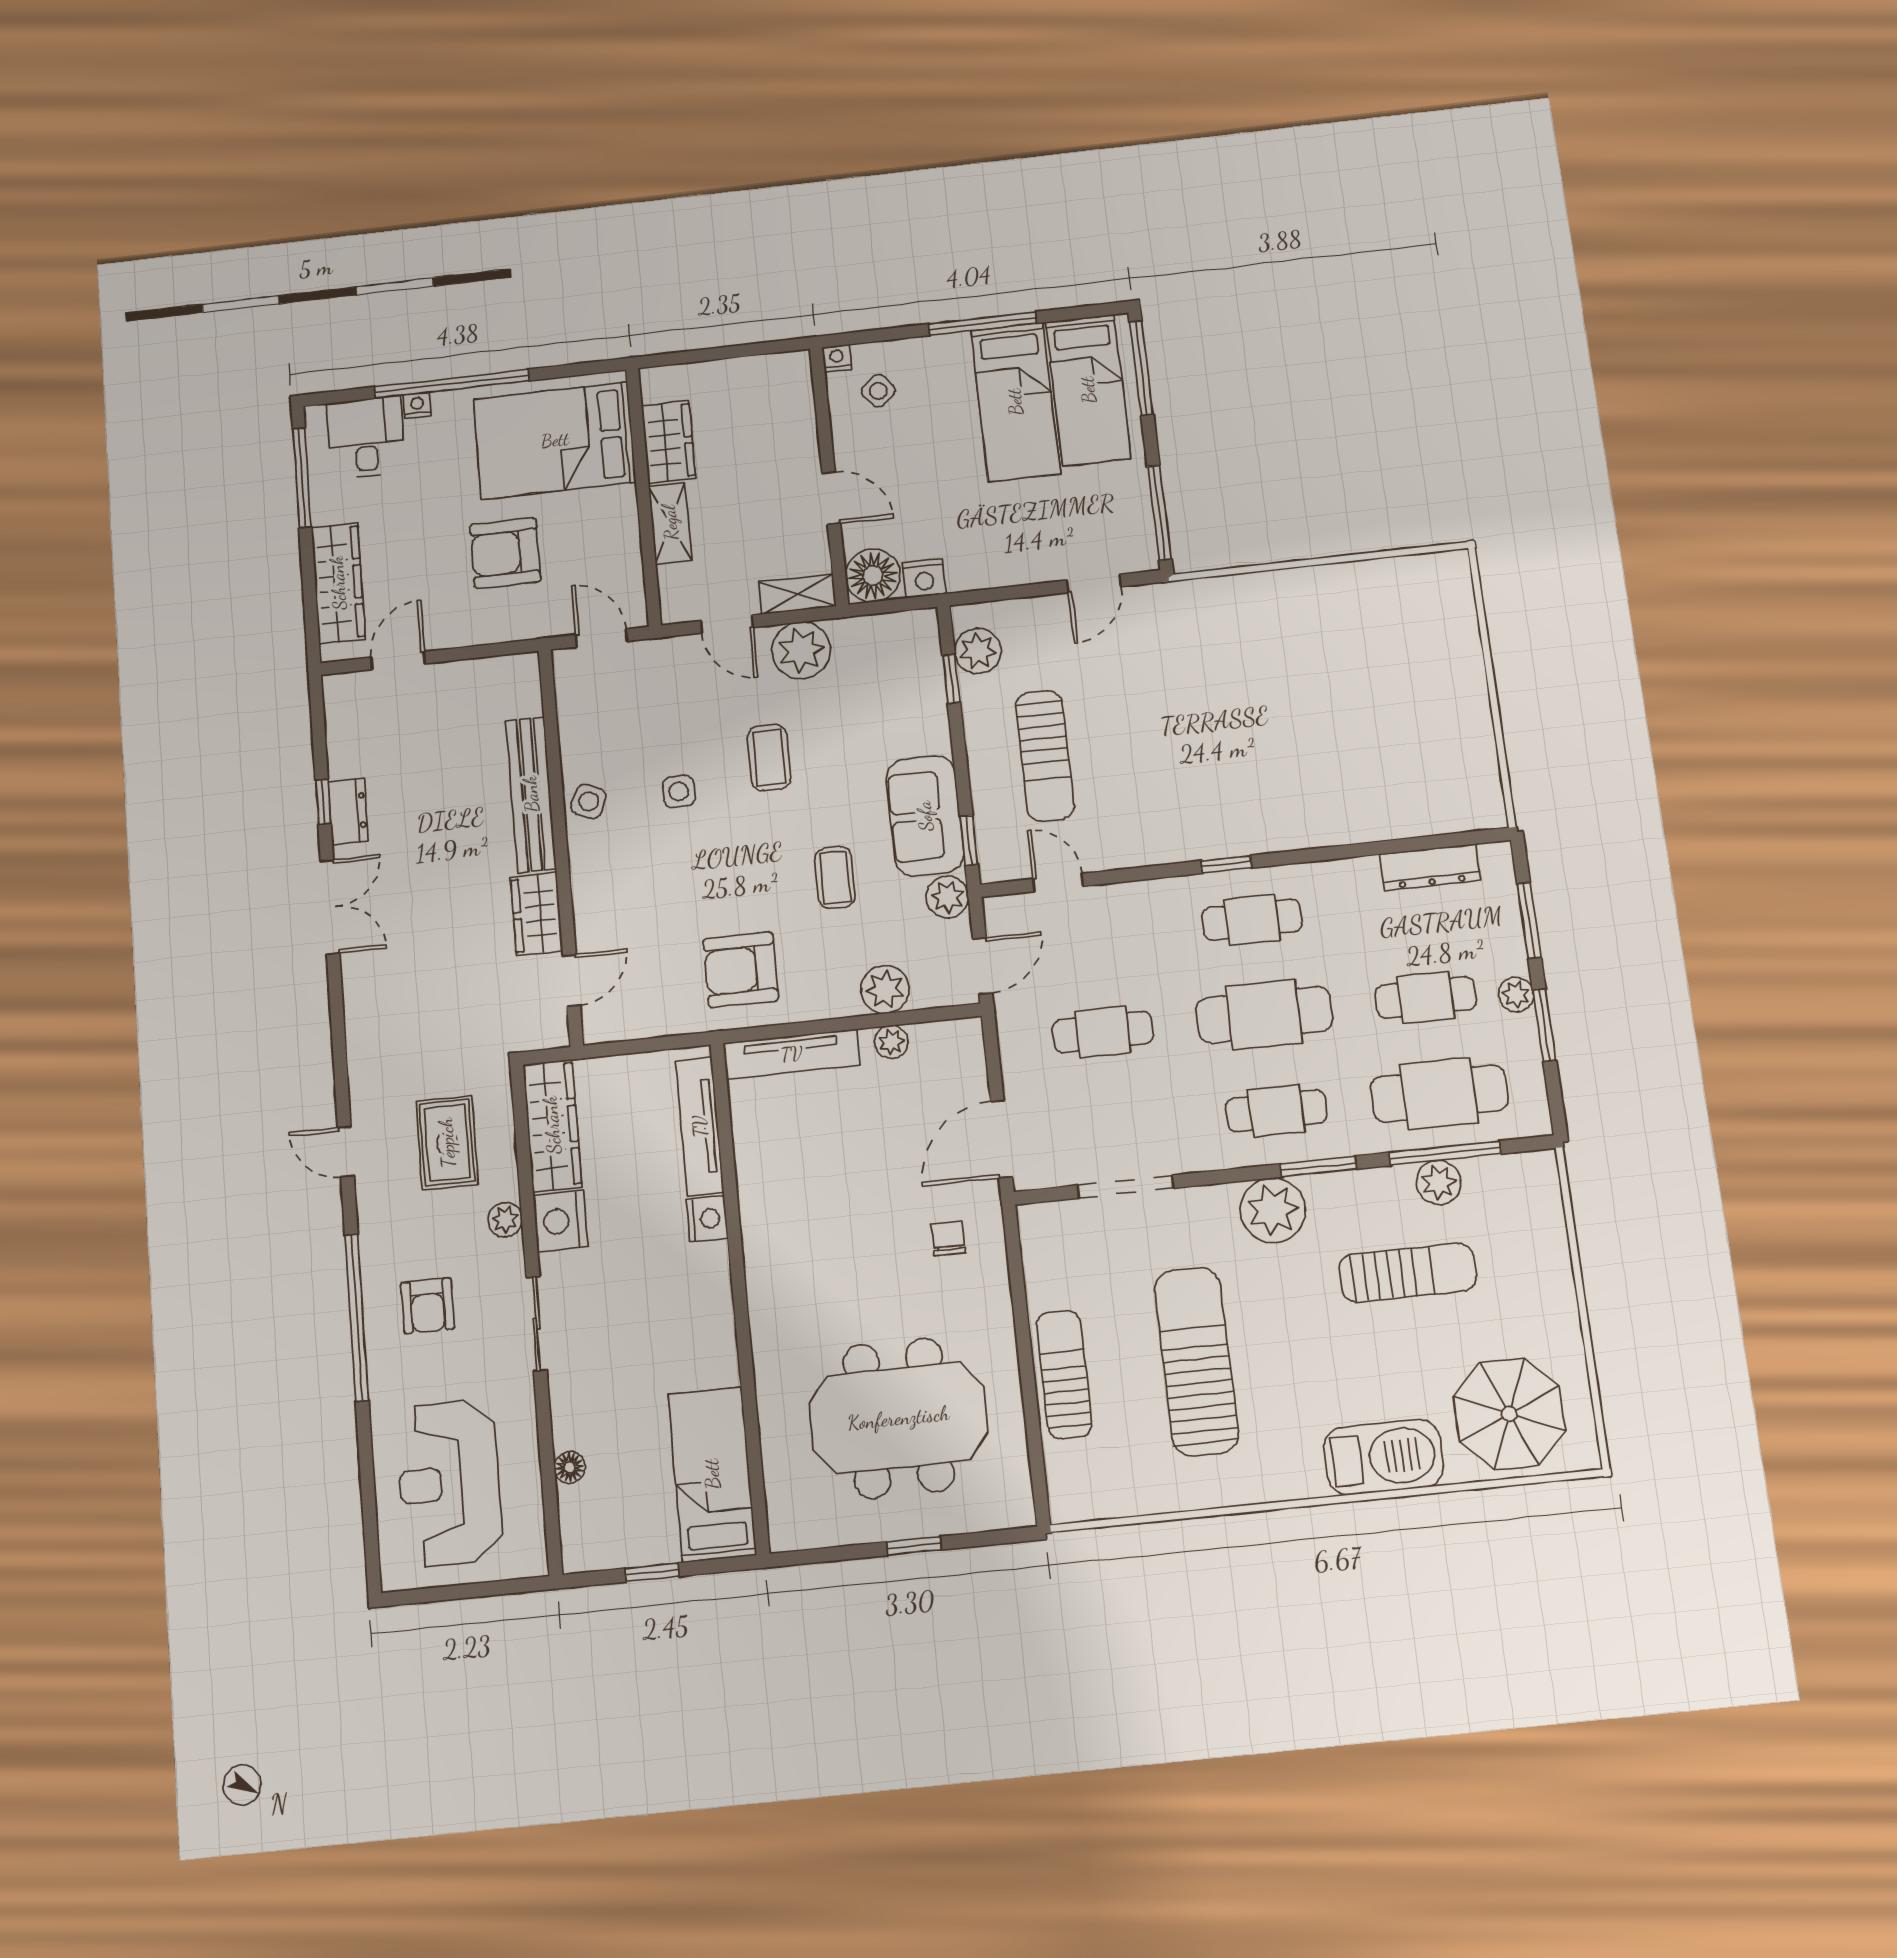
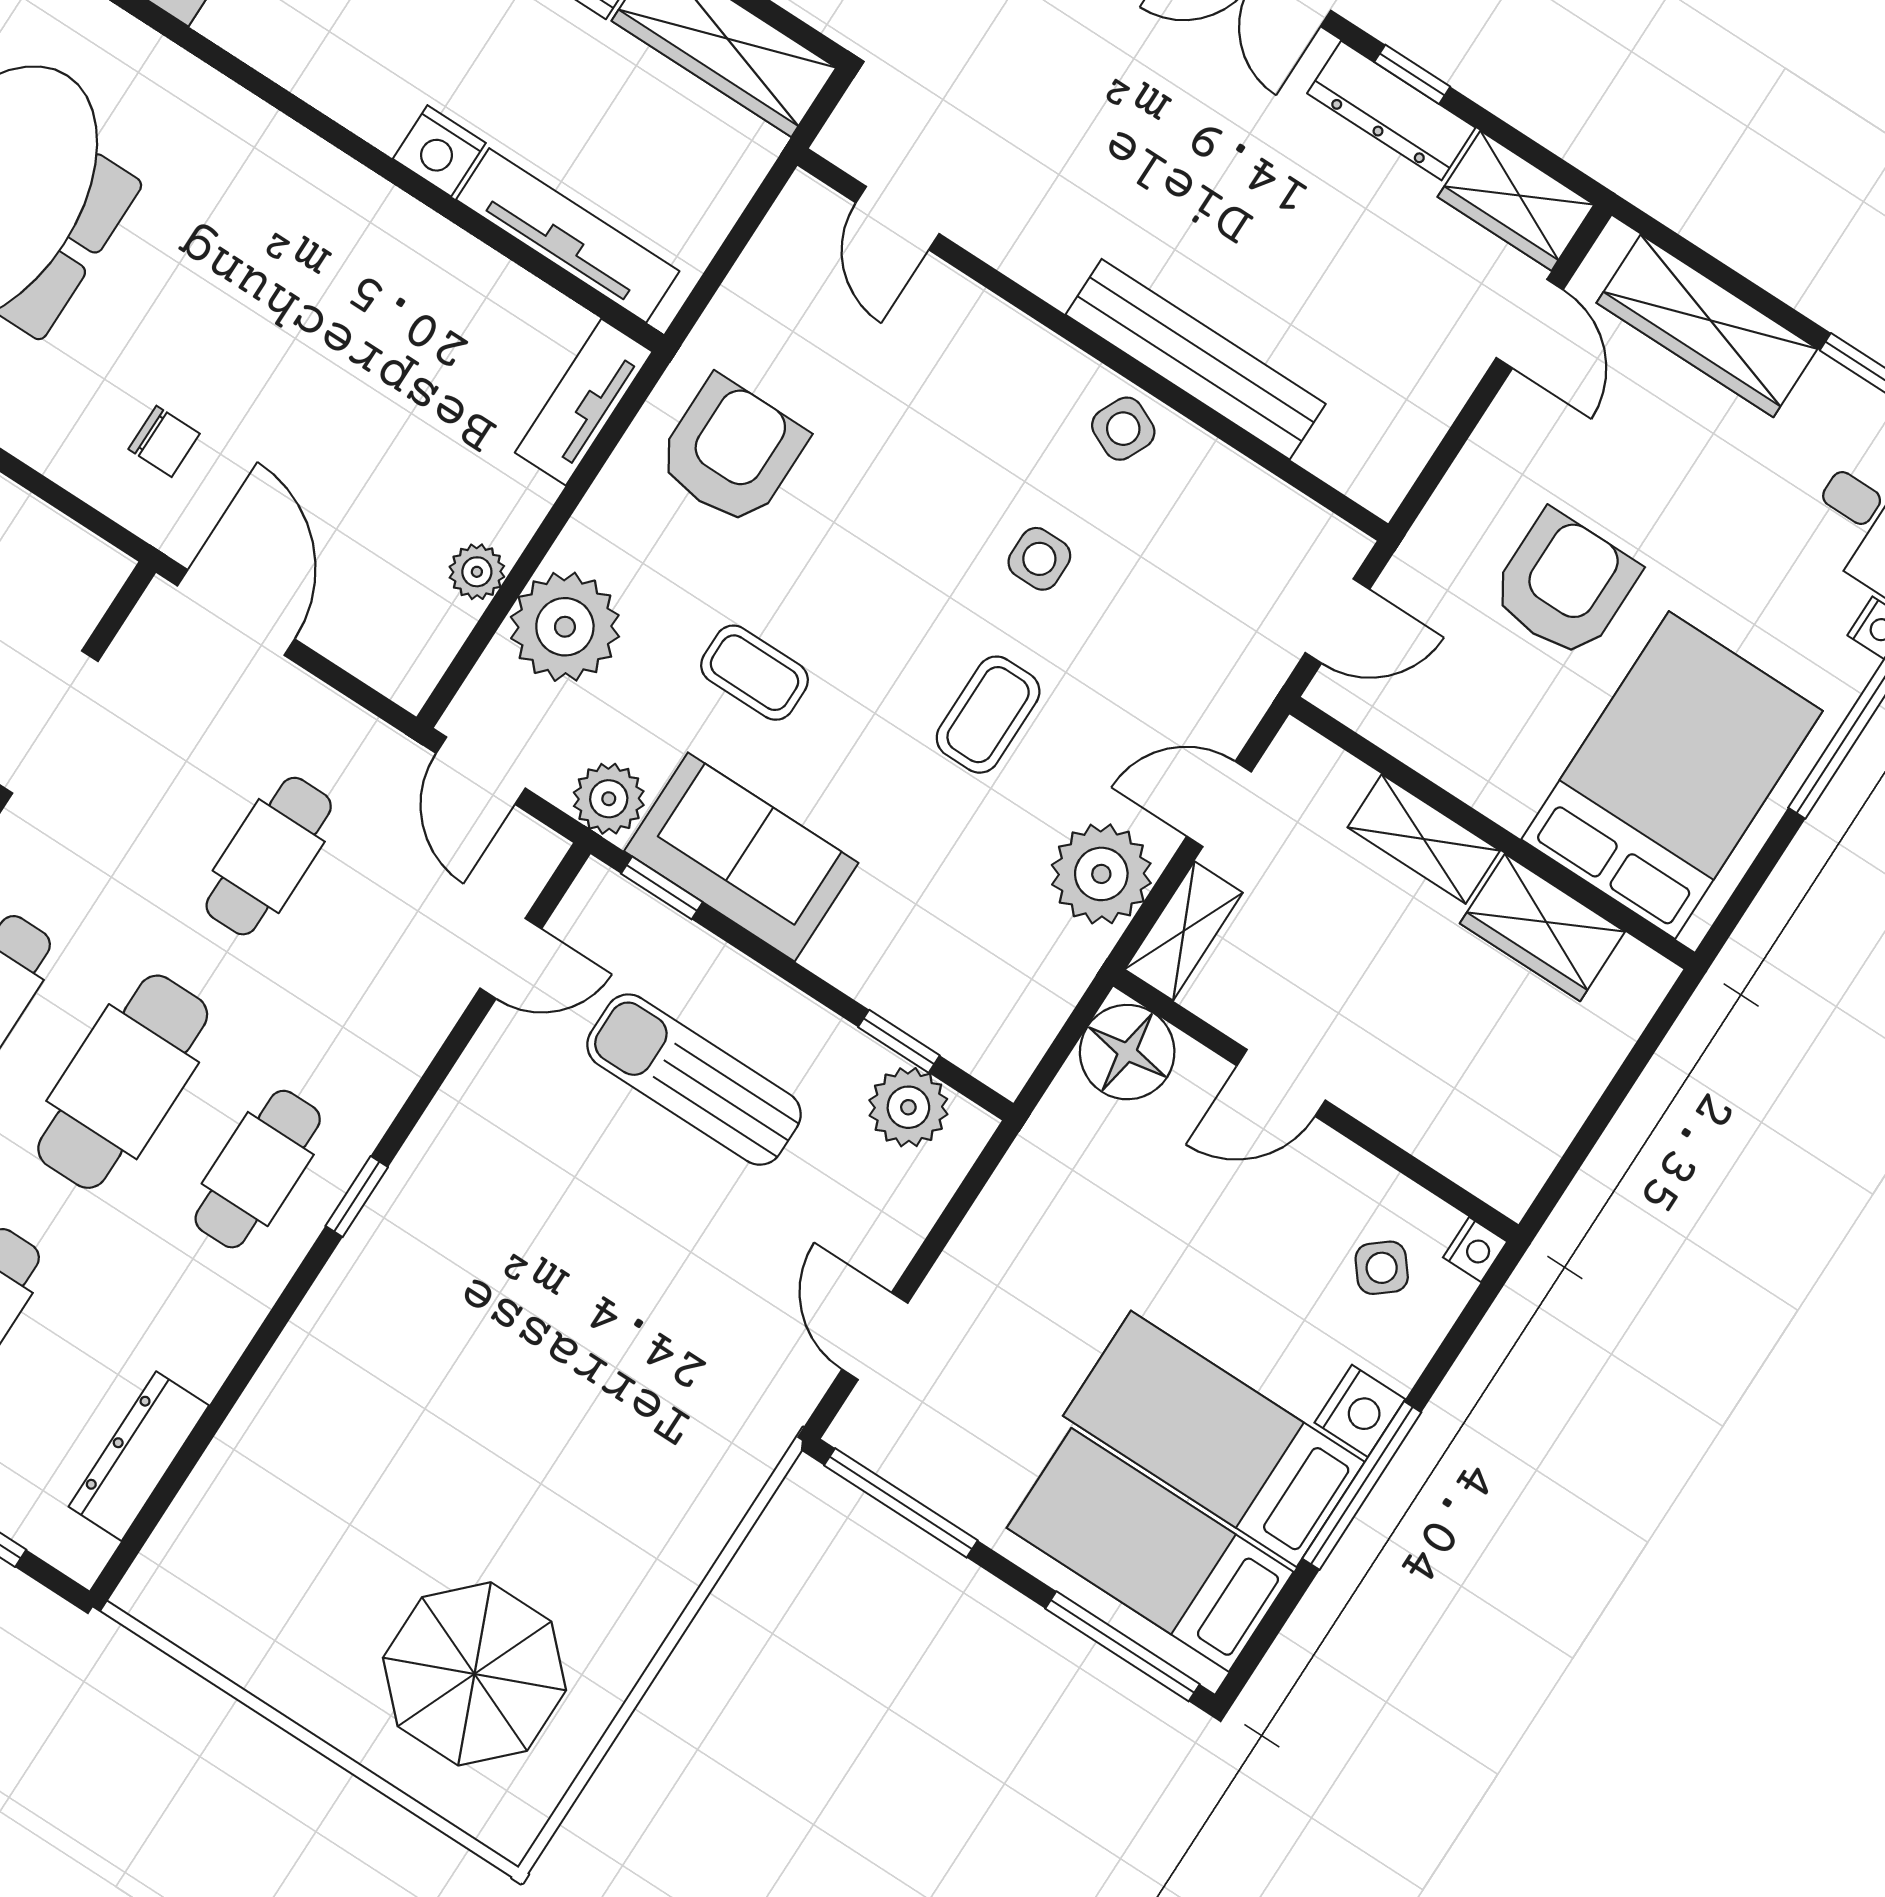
nightstand: (924, 578) -> (1360, 1411), moved, turned 180
parasol: (1398, 637) -> (475, 1674), added
coffee table: (769, 758) -> (988, 715), turned 90
dresser: (348, 812) -> (1391, 111), width x1.44
wardrobe: (537, 914) -> (1516, 201), moved, turned 180
plant: (885, 989) -> (565, 627), width x1.36, depth x1.36
tv unit: (792, 1054) -> (584, 402), width x0.71

